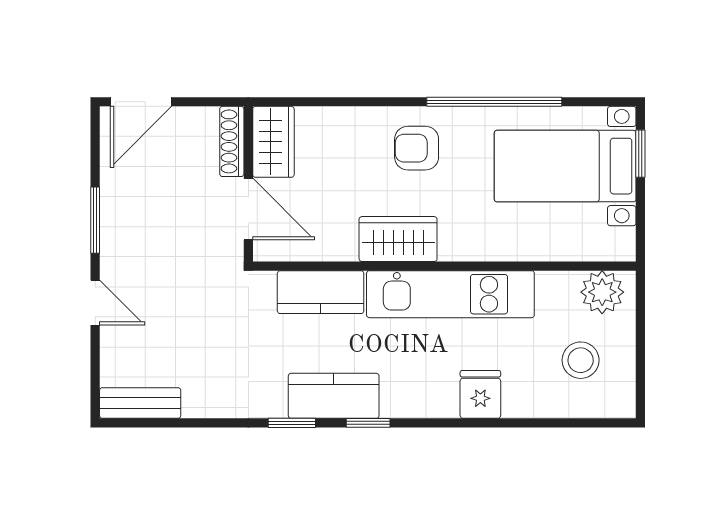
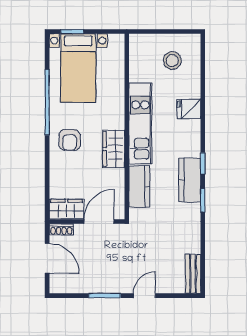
door: (141, 102) -> (47, 258), moved
shoe rack: (232, 141) -> (61, 229), width x0.70
plant: (602, 292) -> (139, 50), removed

